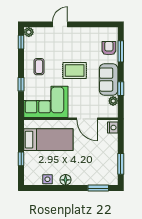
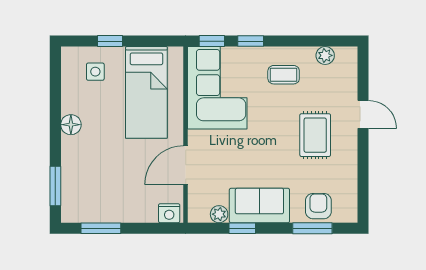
plant: (29, 32) -> (325, 55), moved
window: (21, 42) -> (212, 41), moved
armchair: (109, 48) -> (318, 206), turned -90
rug: (75, 70) -> (315, 135), moved
side table: (47, 179) -> (95, 72), moved

